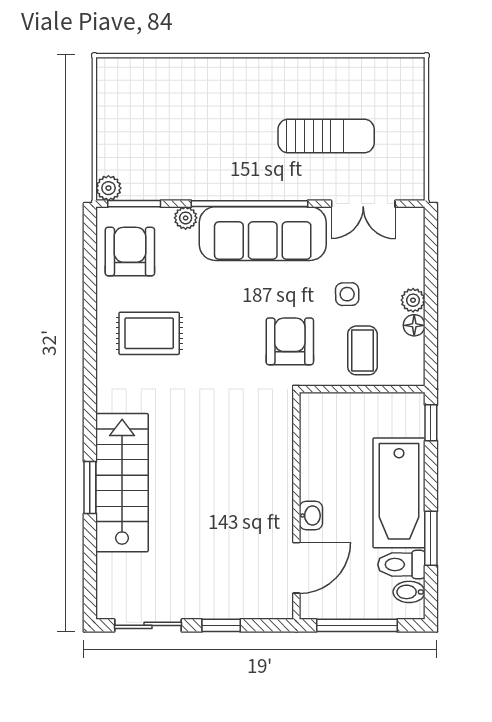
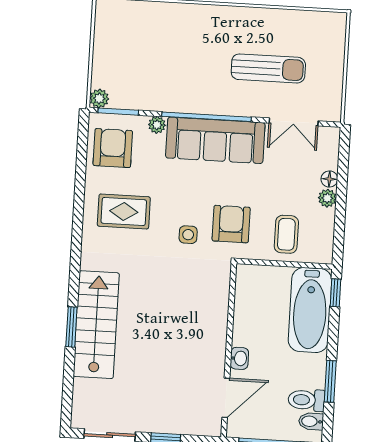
side table: (347, 294) -> (188, 235), moved
floor lamp: (414, 325) -> (329, 179), moved
bathtub: (399, 493) -> (310, 310), moved

